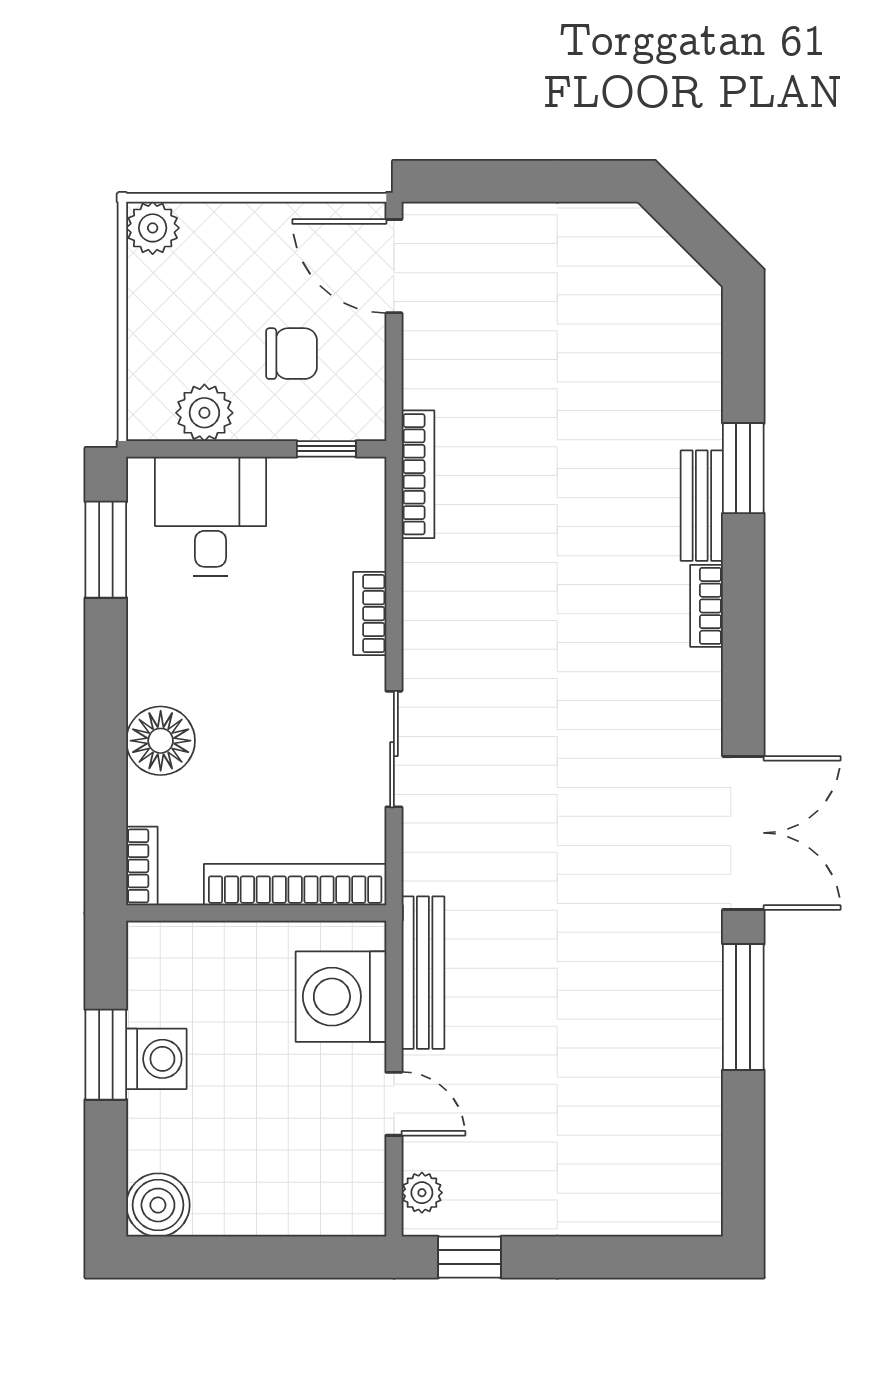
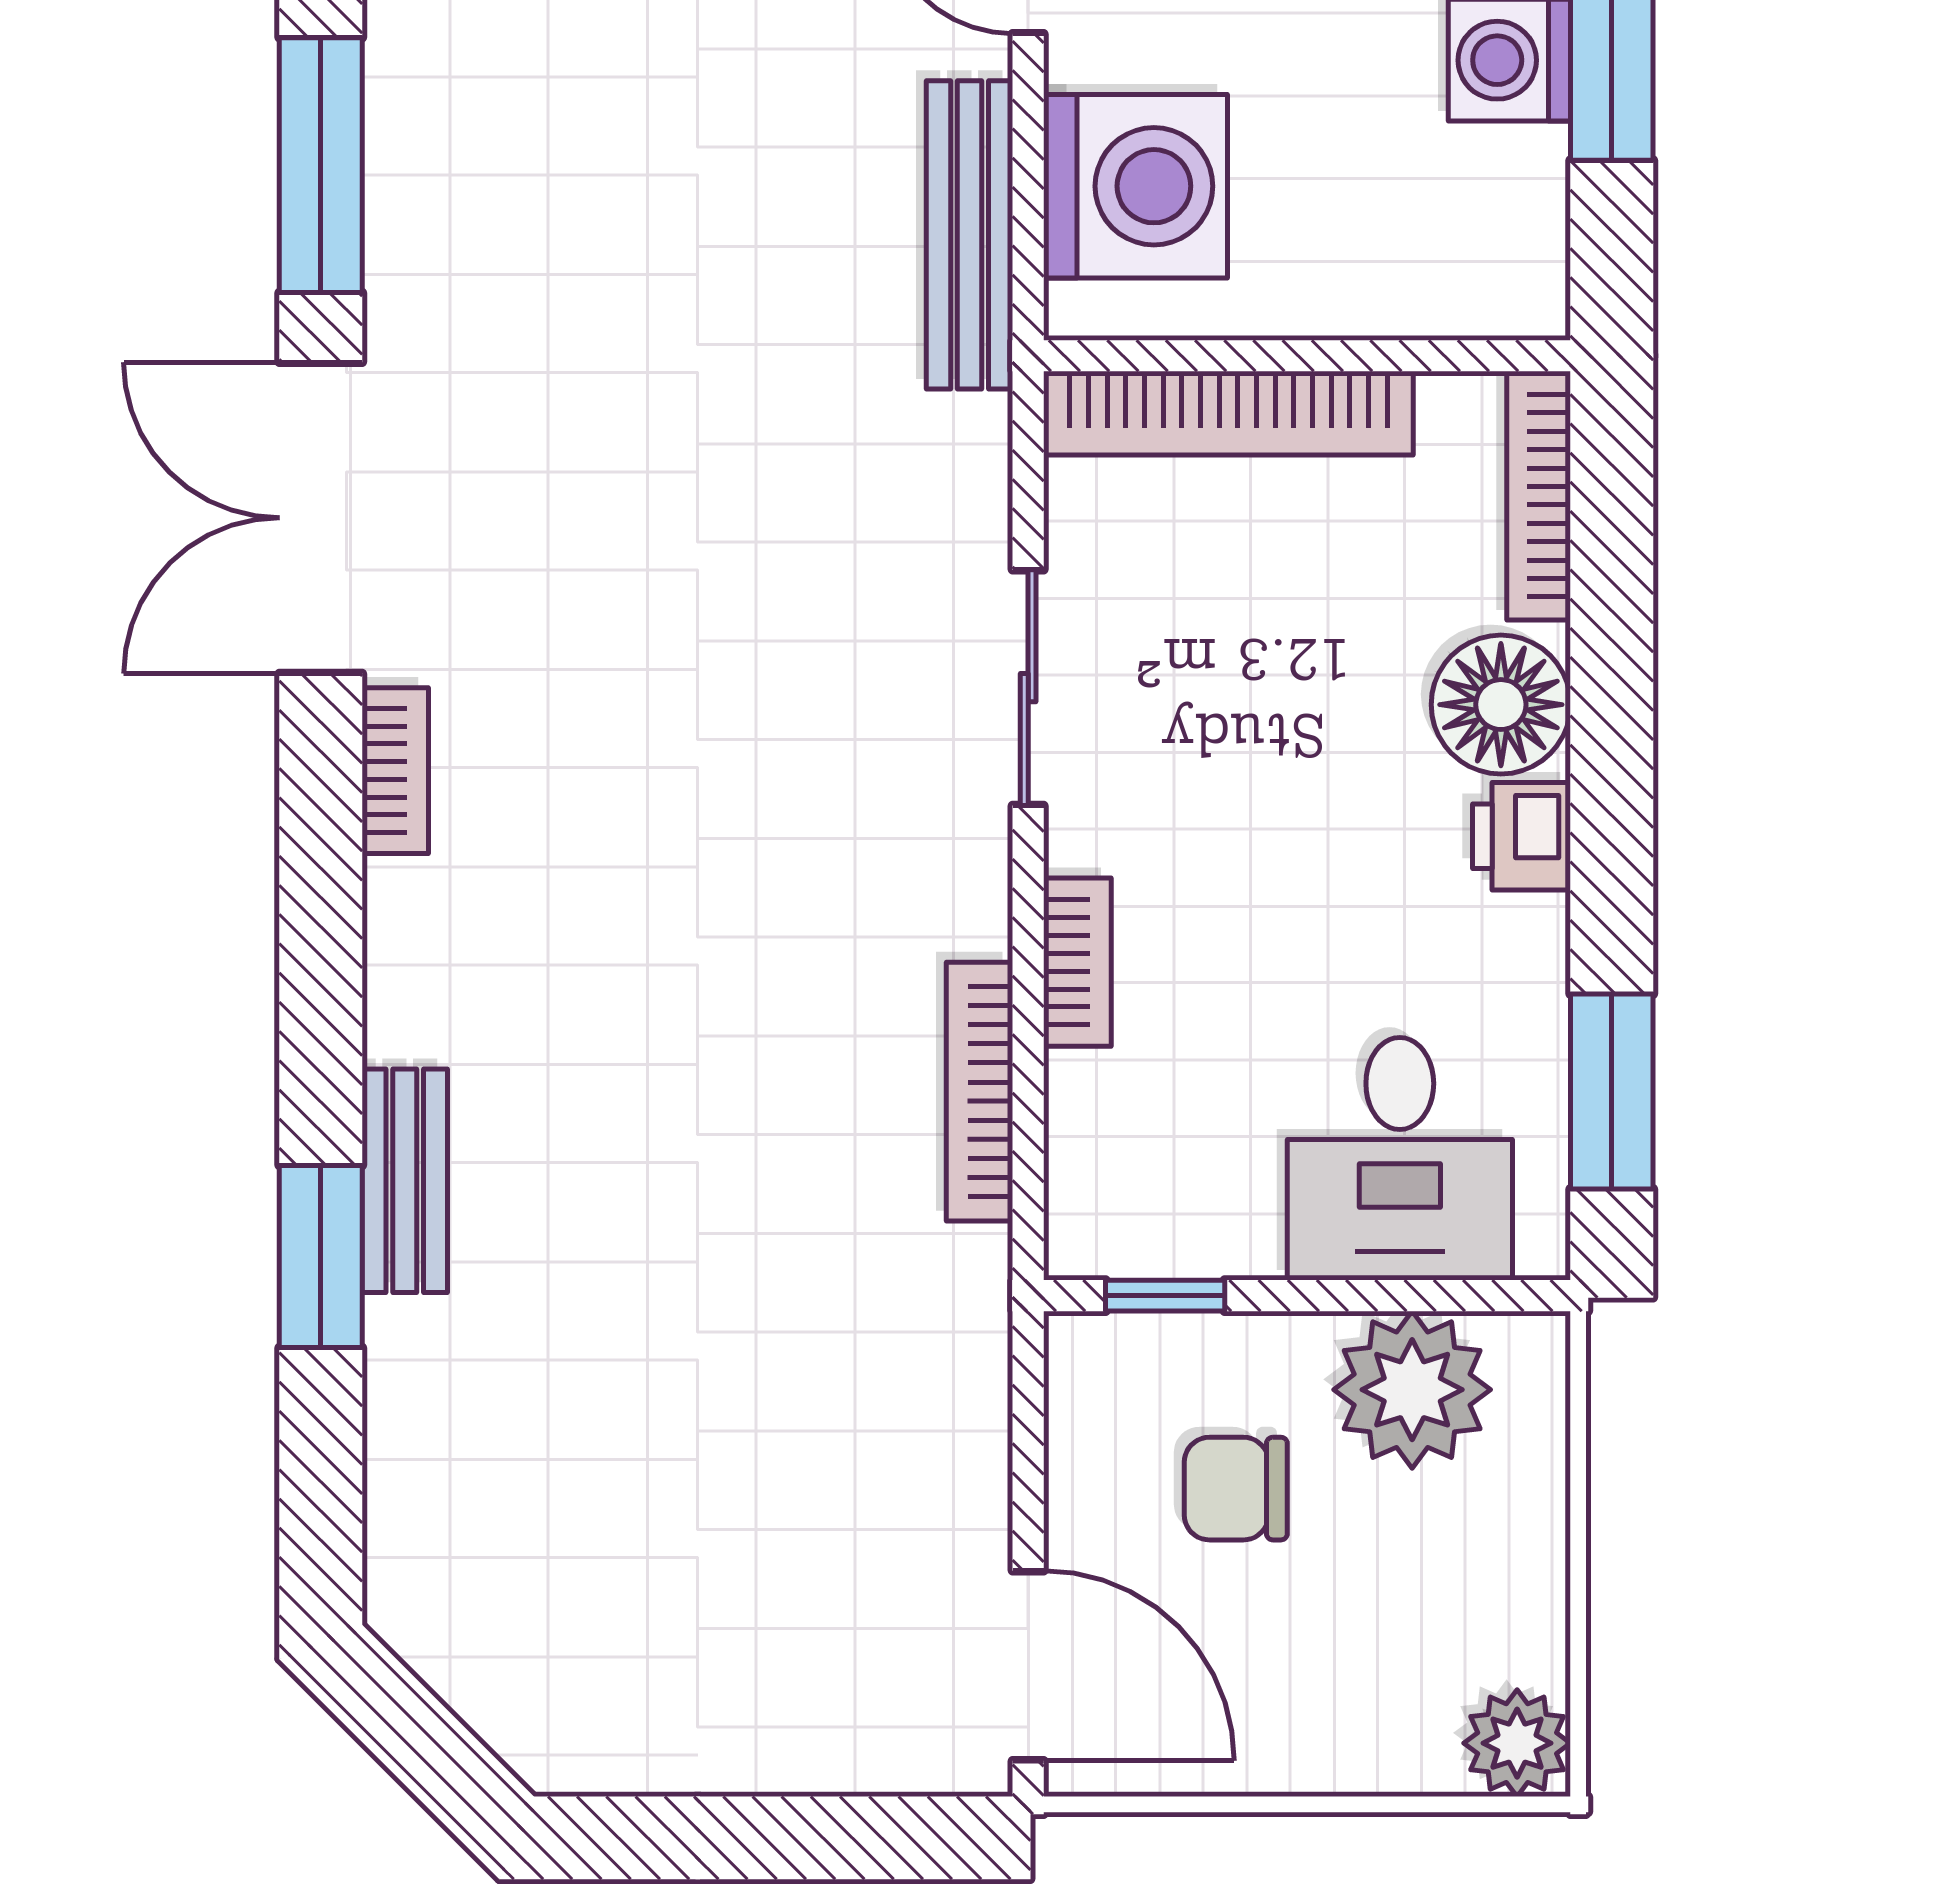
plant: (204, 413) -> (1412, 1390), width x1.36, depth x1.36
bookcase: (418, 474) -> (980, 1092), moved
bookcase: (706, 606) -> (395, 771), moved
printer: (150, 676) -> (1522, 836), added
bookcase: (142, 866) -> (1539, 496), width x1.56

